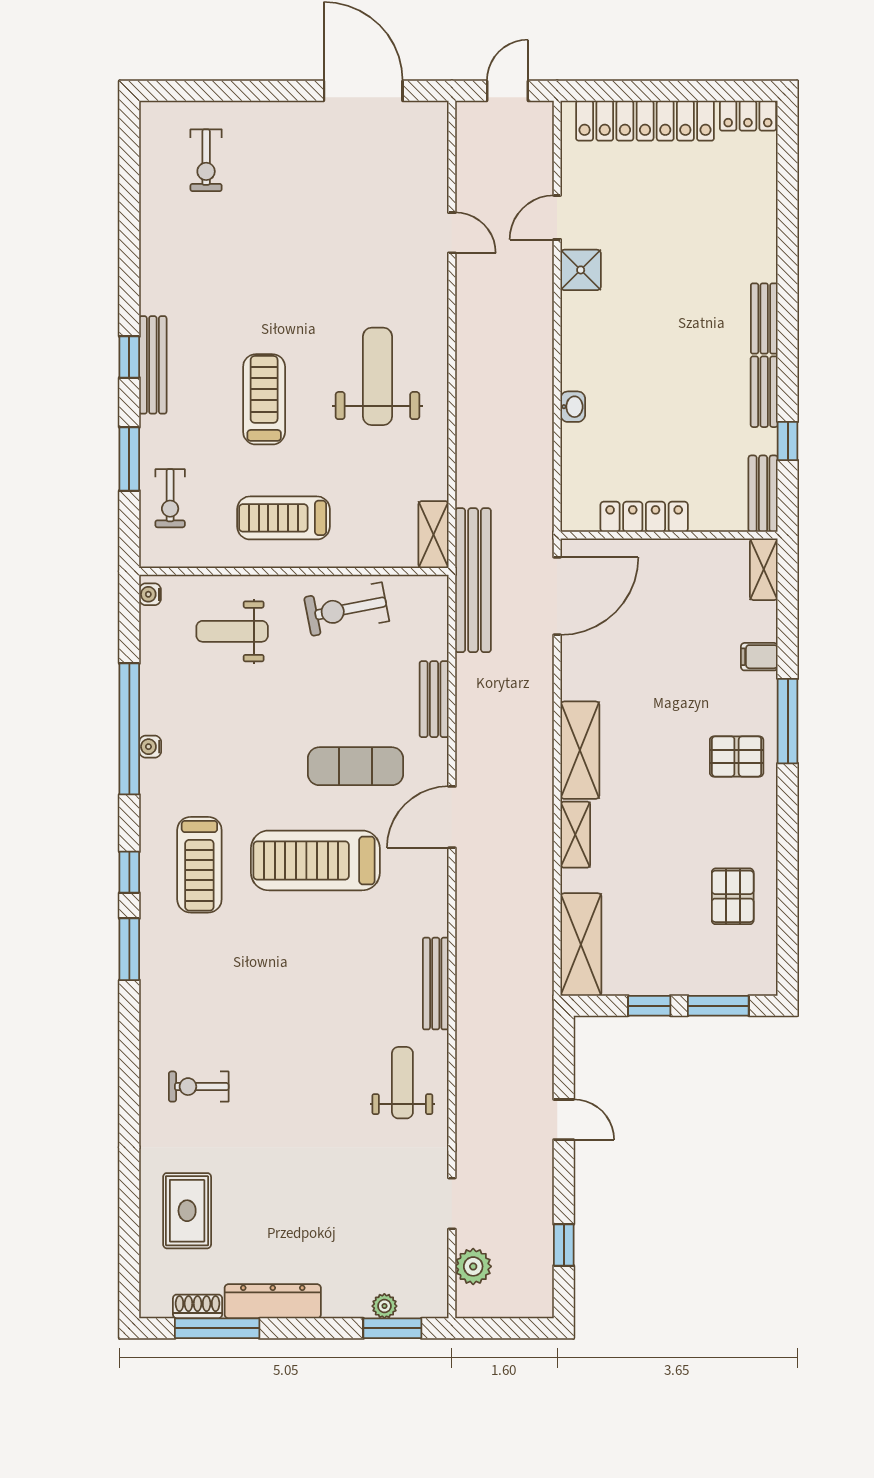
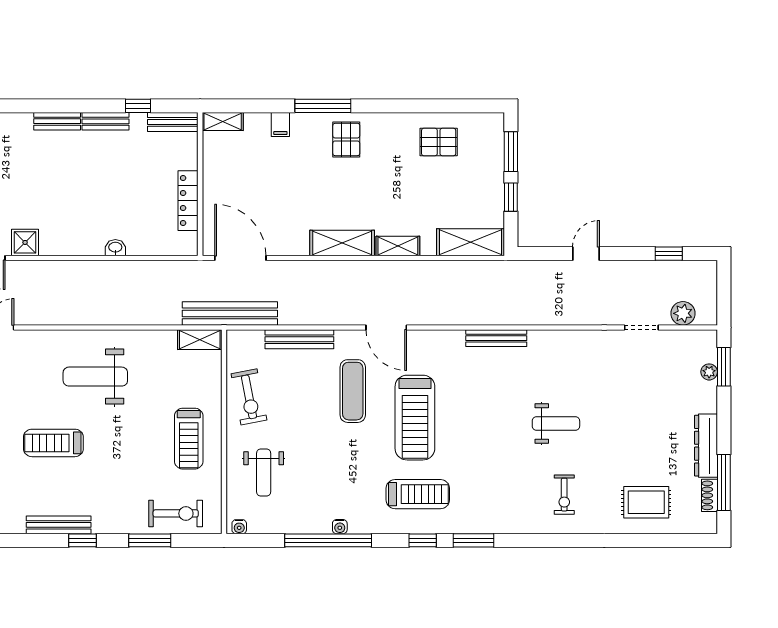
bench: (153, 365) -> (59, 525), moved
treadmill: (264, 399) -> (53, 443), moved
exercise bike: (170, 498) -> (176, 513), width x1.38, depth x1.39
bench: (434, 699) -> (299, 339), width x1.36
weight bench: (402, 1083) -> (556, 424), moved, turned 180

